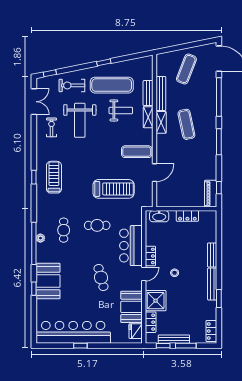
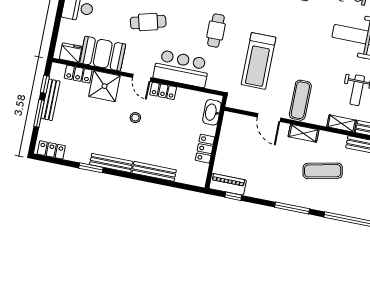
shelving: (161, 122) -> (304, 133), moved
bench: (212, 255) -> (154, 171), width x1.36

